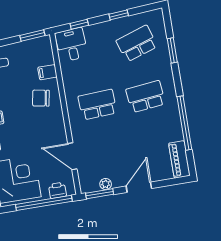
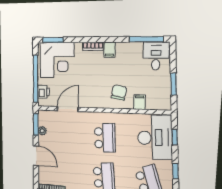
window: (32, 35) -> (173, 84), moved
desk: (72, 45) -> (155, 138), width x1.87, depth x1.30

